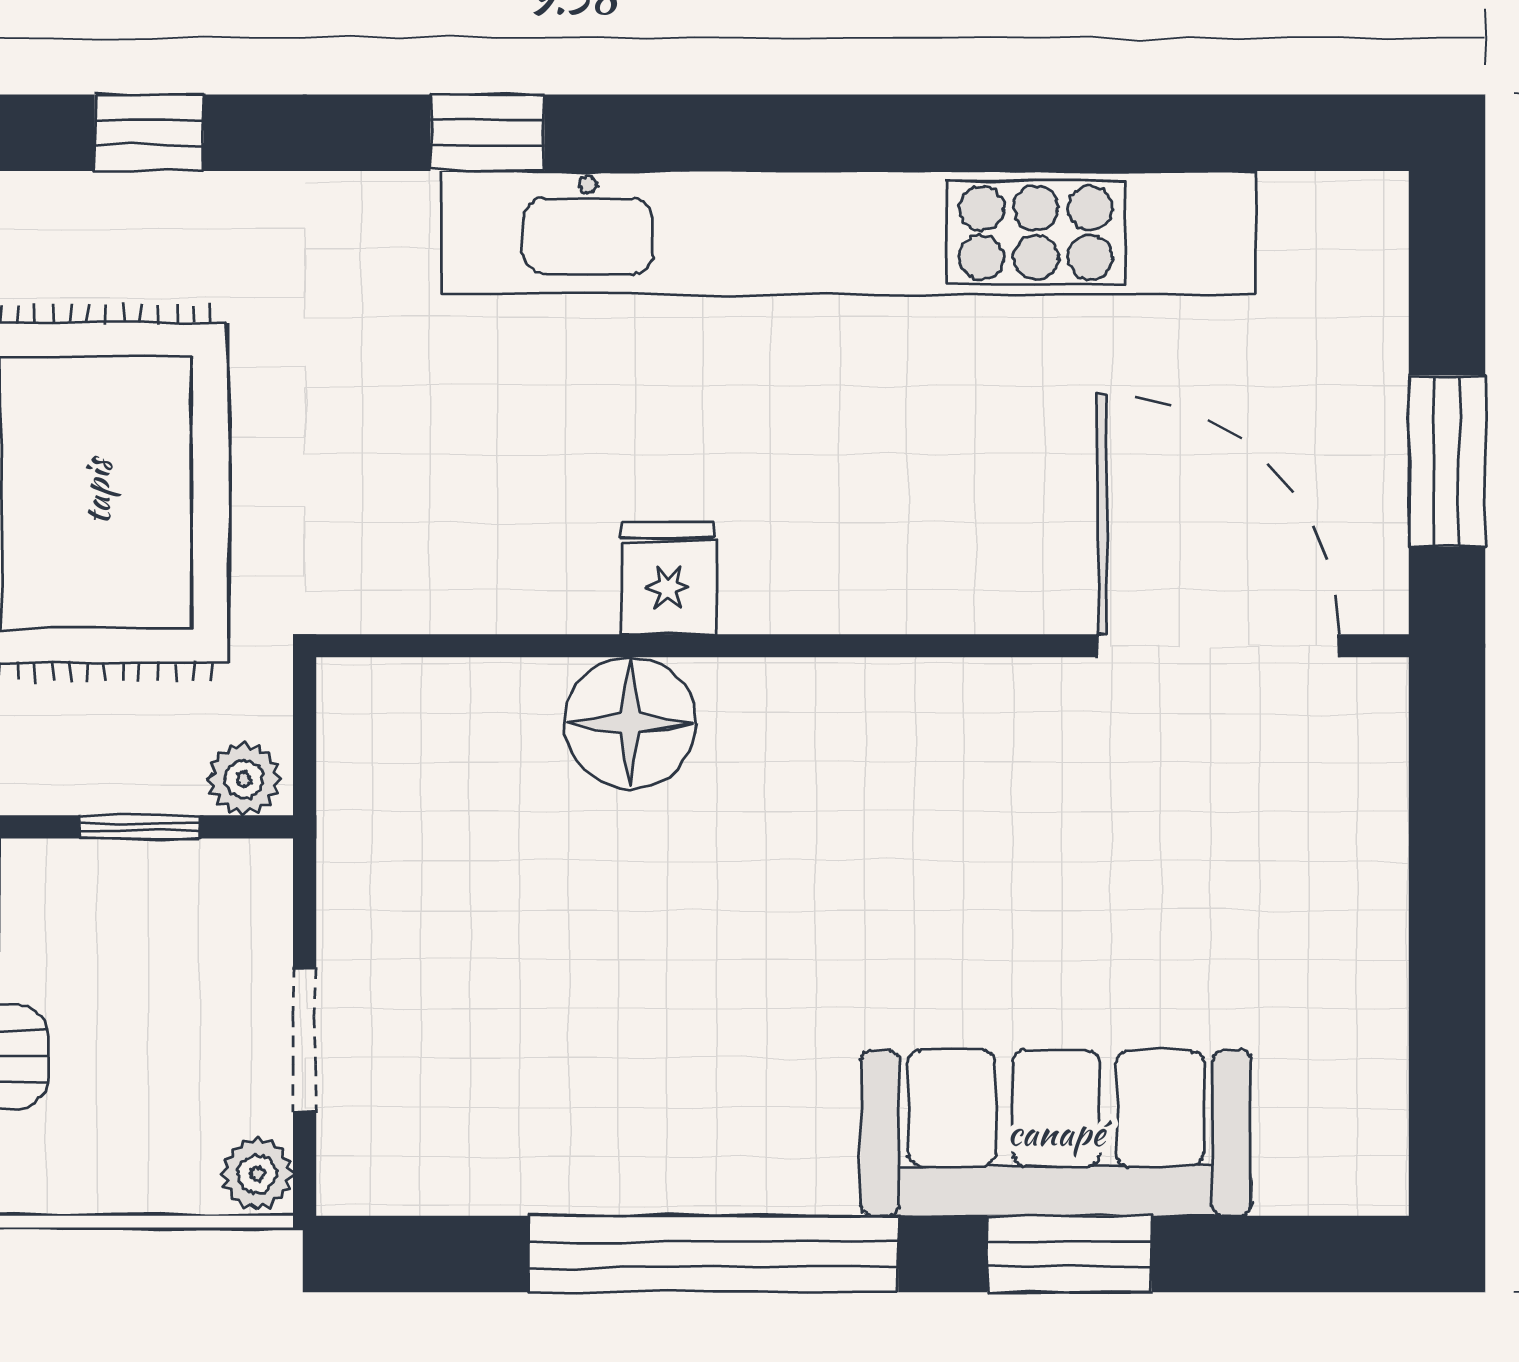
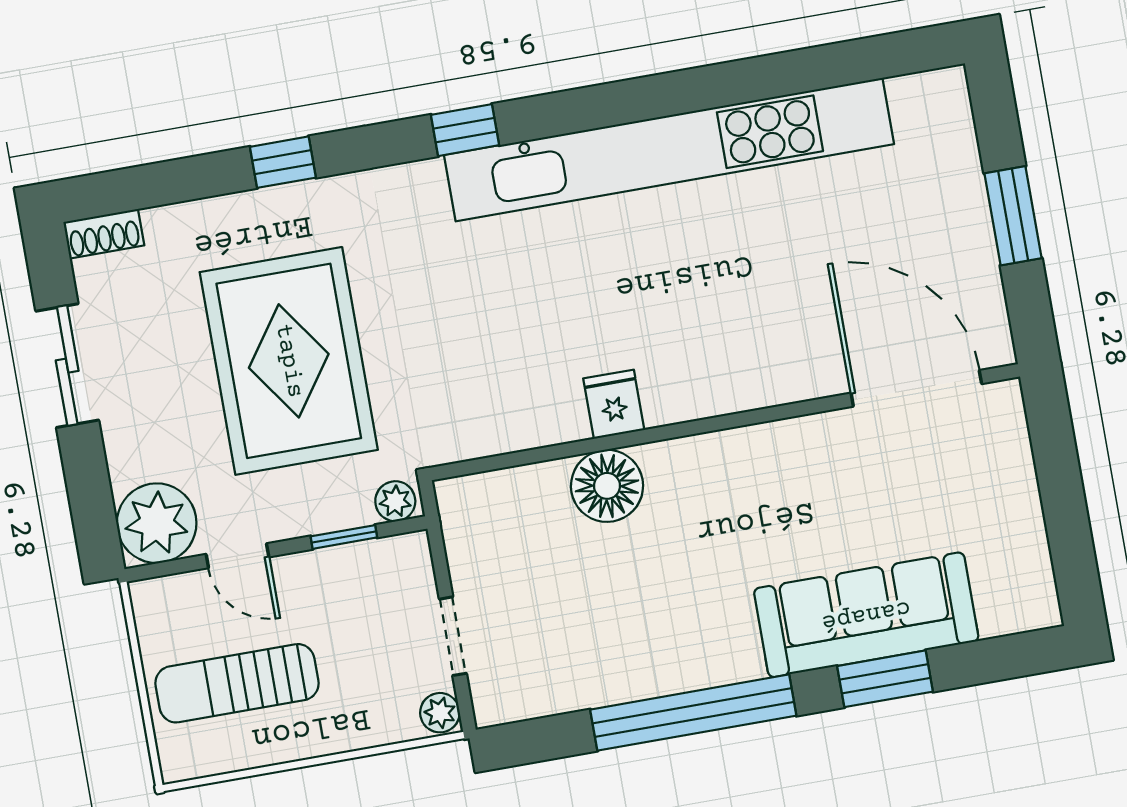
fridge: (668, 578) -> (614, 404), moved
wall: (862, 646) -> (725, 422), moved
door: (1218, 646) -> (916, 388), moved
floor lamp: (630, 723) -> (607, 486), moved

